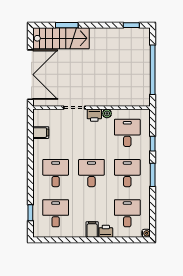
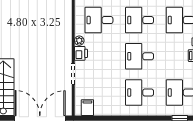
filing cabinet: (41, 133) -> (87, 108), moved

